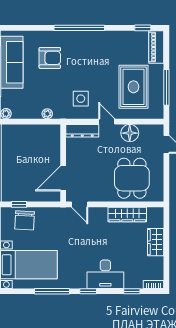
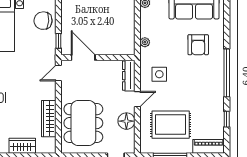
window: (143, 28) -> (227, 119), moved
dining table: (132, 178) -> (83, 123), width x1.37
window: (19, 204) -> (58, 41), moved

